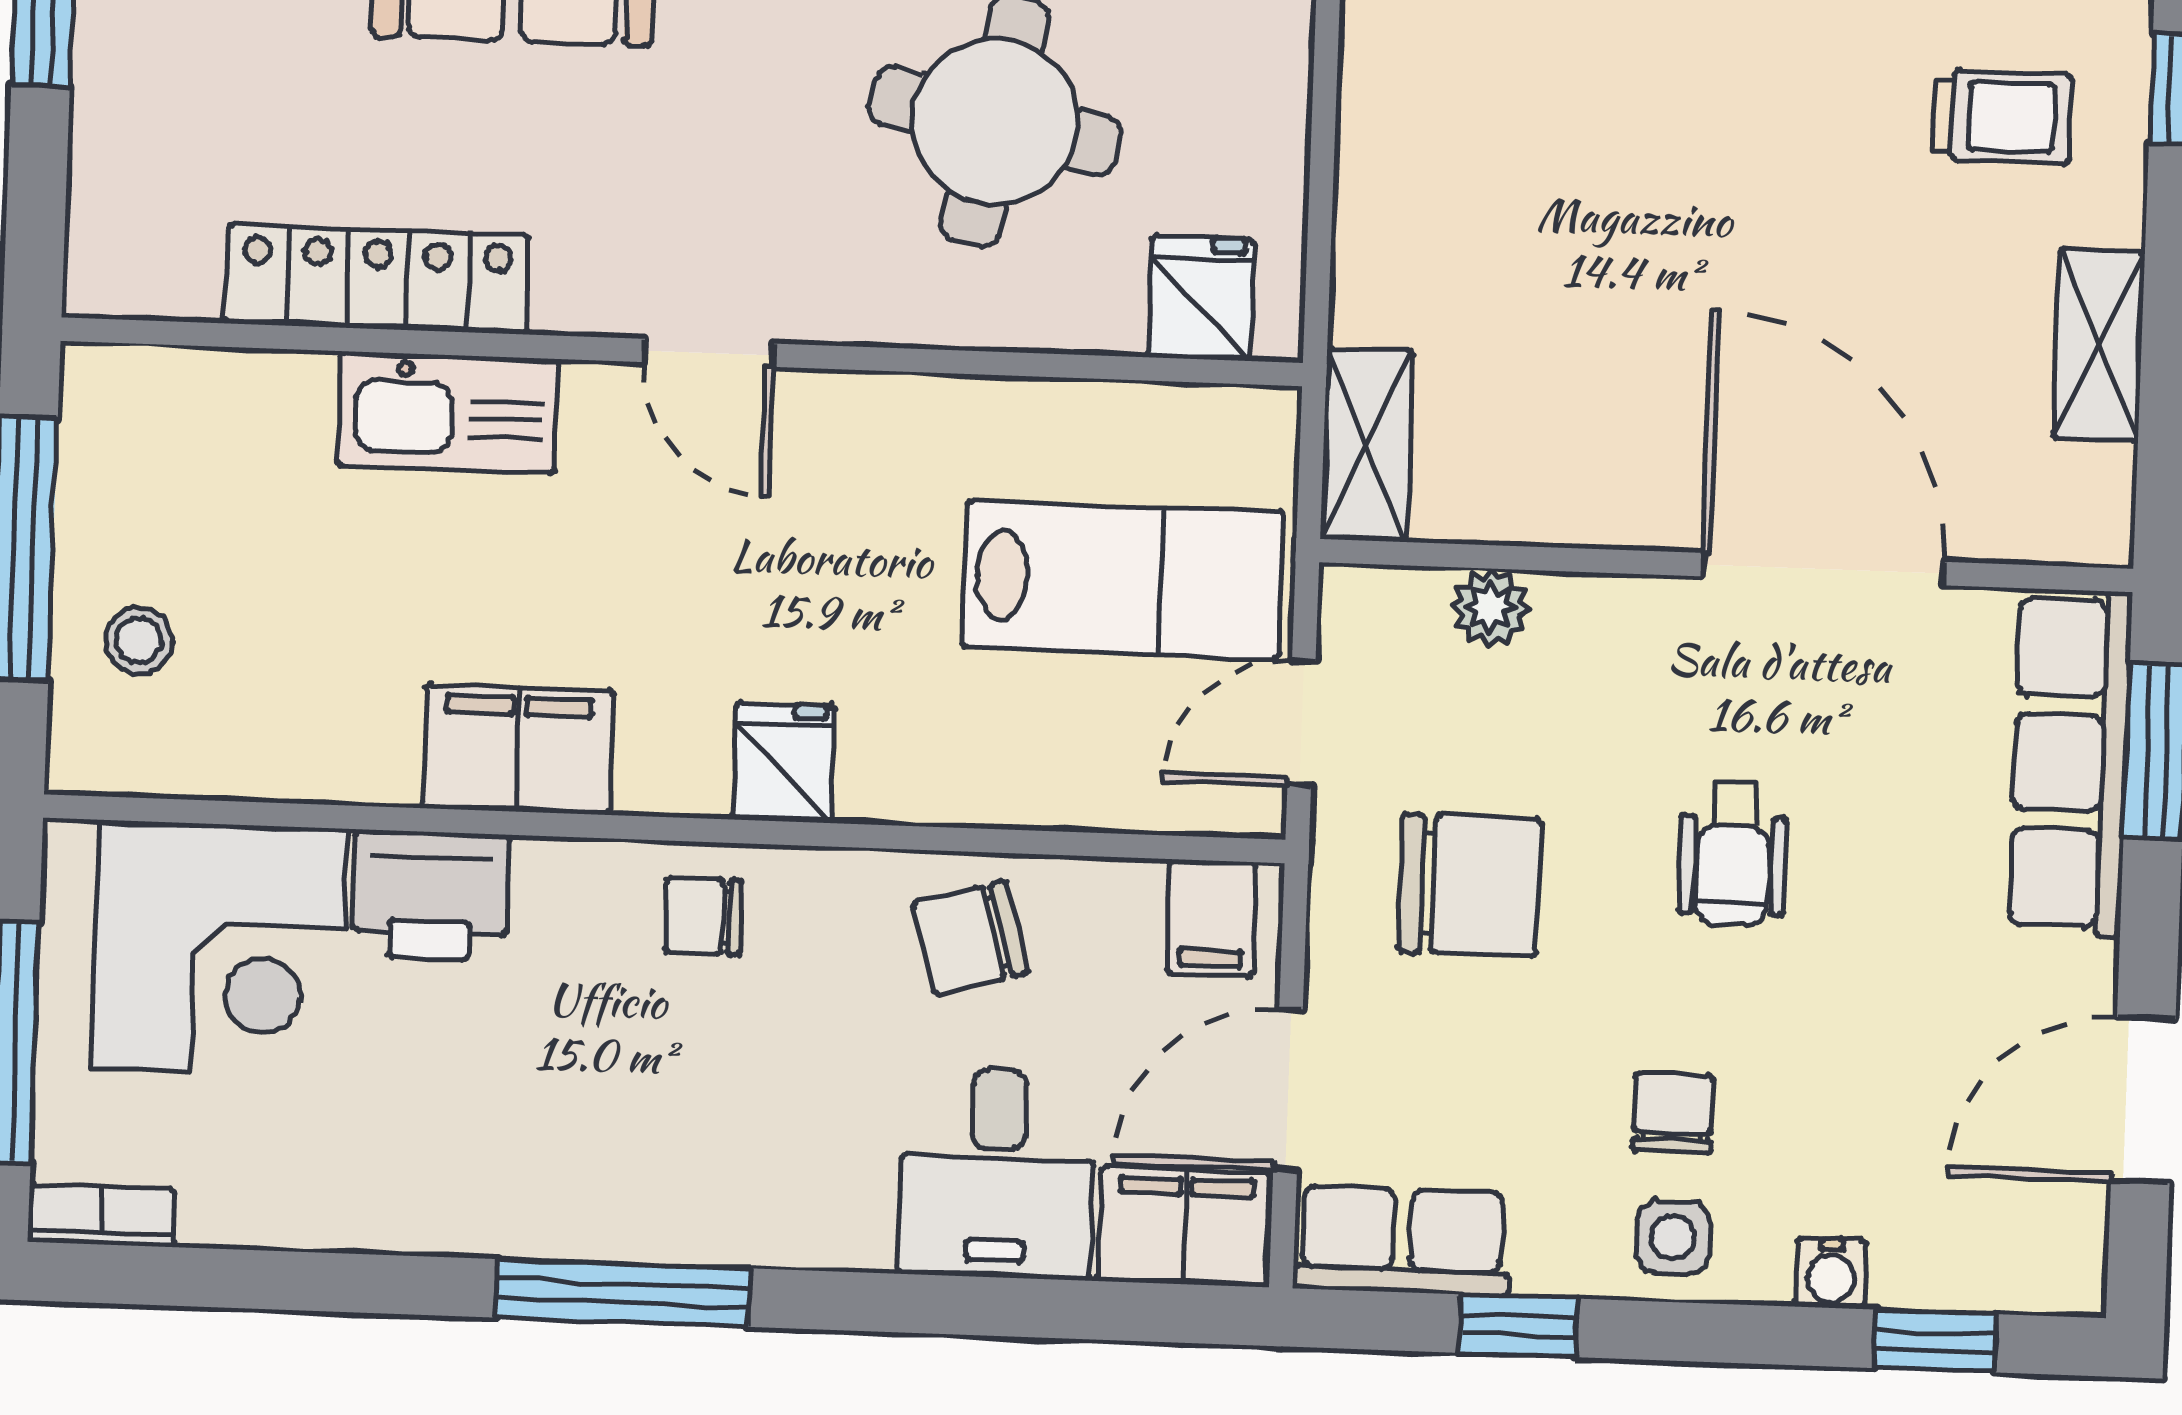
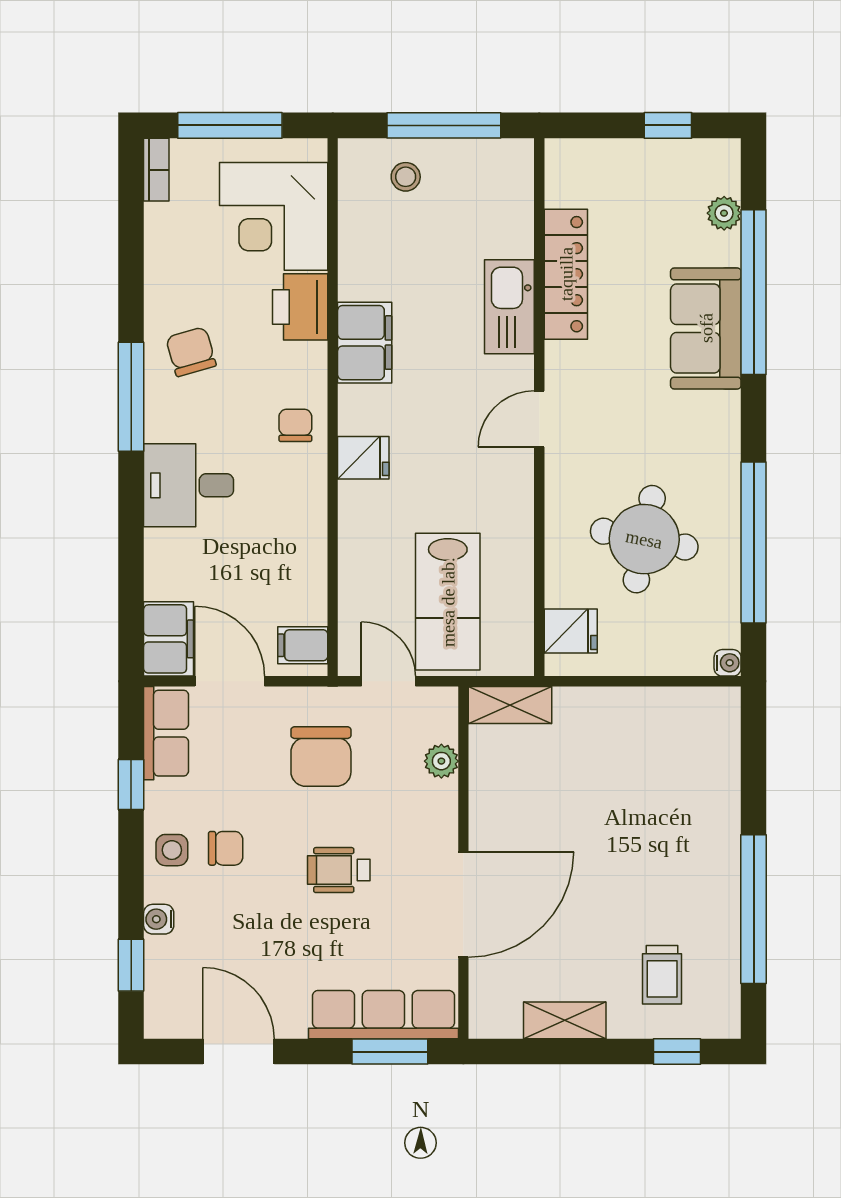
chair: (970, 938) -> (191, 352), moved
desk: (997, 1174) -> (189, 485), moved

